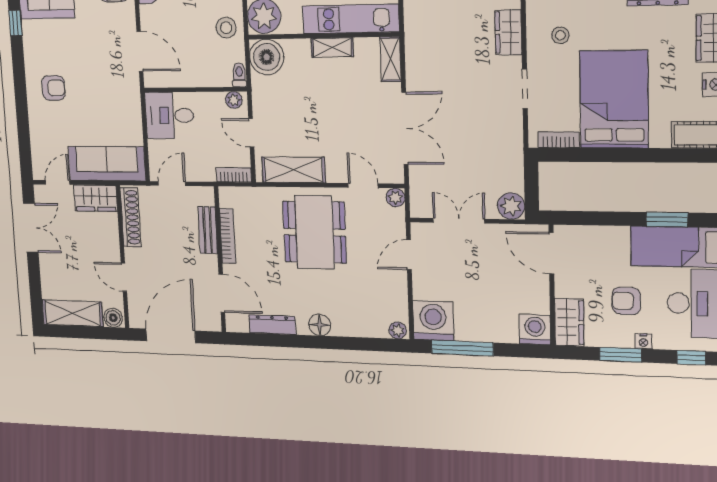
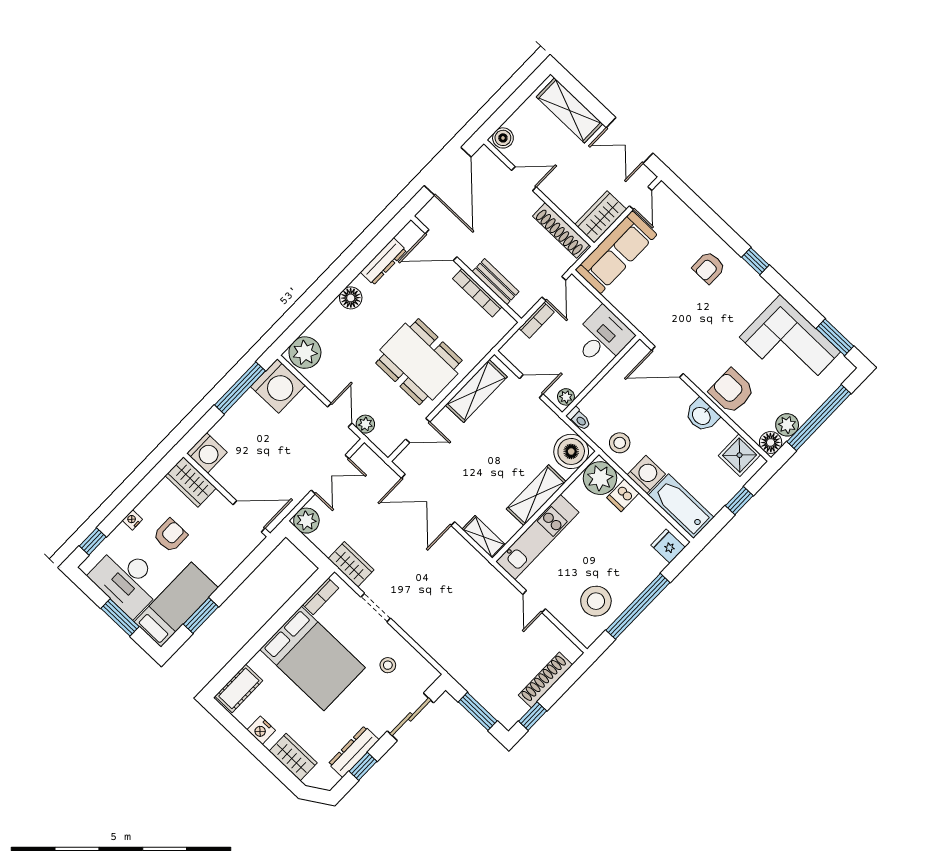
window: (15, 23) -> (755, 261), moved
wardrobe: (508, 32) -> (351, 564), moved
shelving: (332, 47) -> (536, 495), width x1.50, depth x1.33
bookcase: (234, 175) -> (537, 320), moved
plant: (396, 198) -> (365, 424), moved
shelving: (73, 313) -> (570, 110), moved, turned 90
plant: (398, 330) -> (305, 353), width x1.88, depth x1.88
window: (621, 355) -> (137, 495), removed

